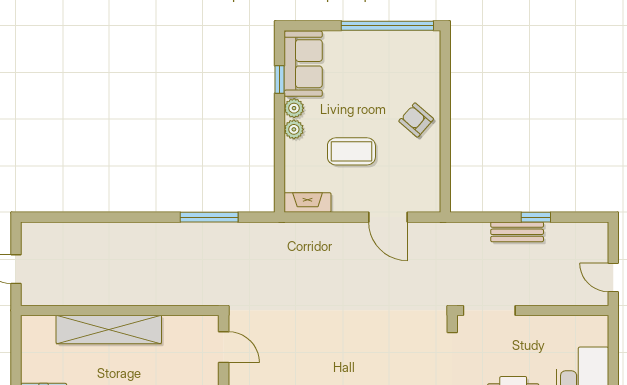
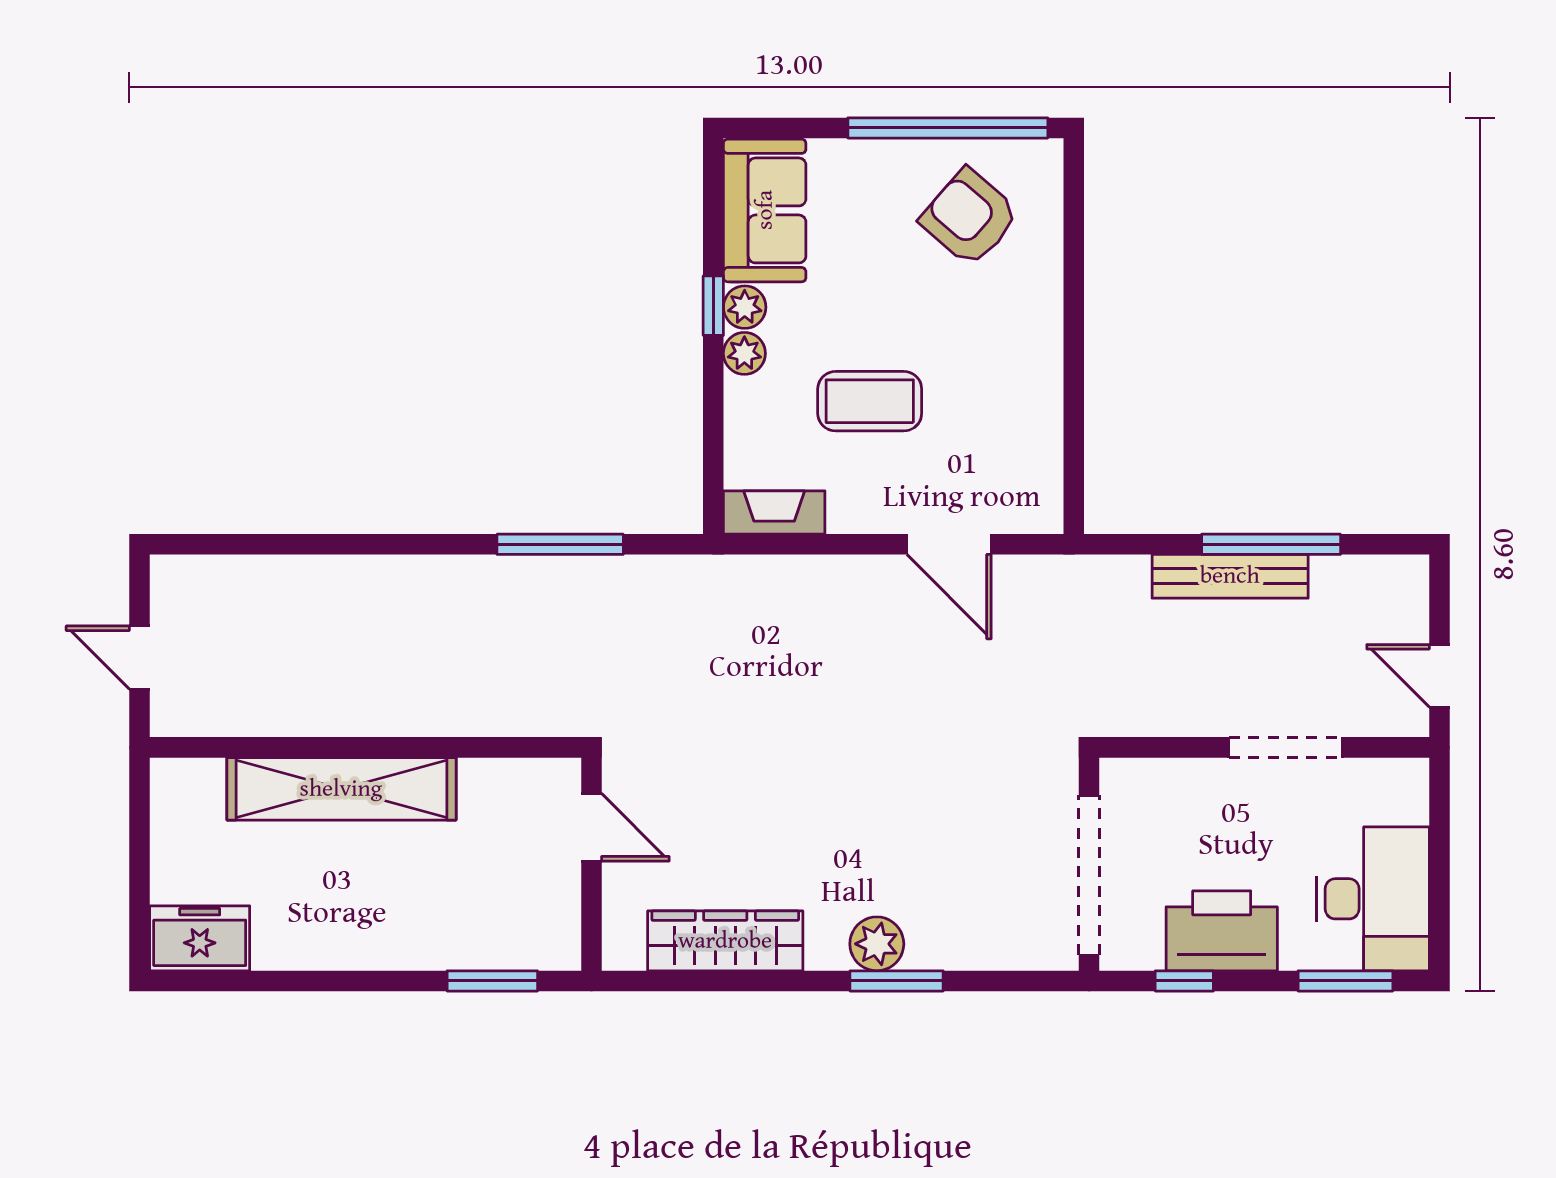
window: (280, 80) -> (713, 306), moved
armchair: (416, 120) -> (970, 217), moved, width x1.38, depth x1.38
window: (536, 217) -> (1271, 544), width x2.17
bench: (517, 232) -> (1230, 576), width x1.36
doorway: (489, 310) -> (1286, 747), moved

